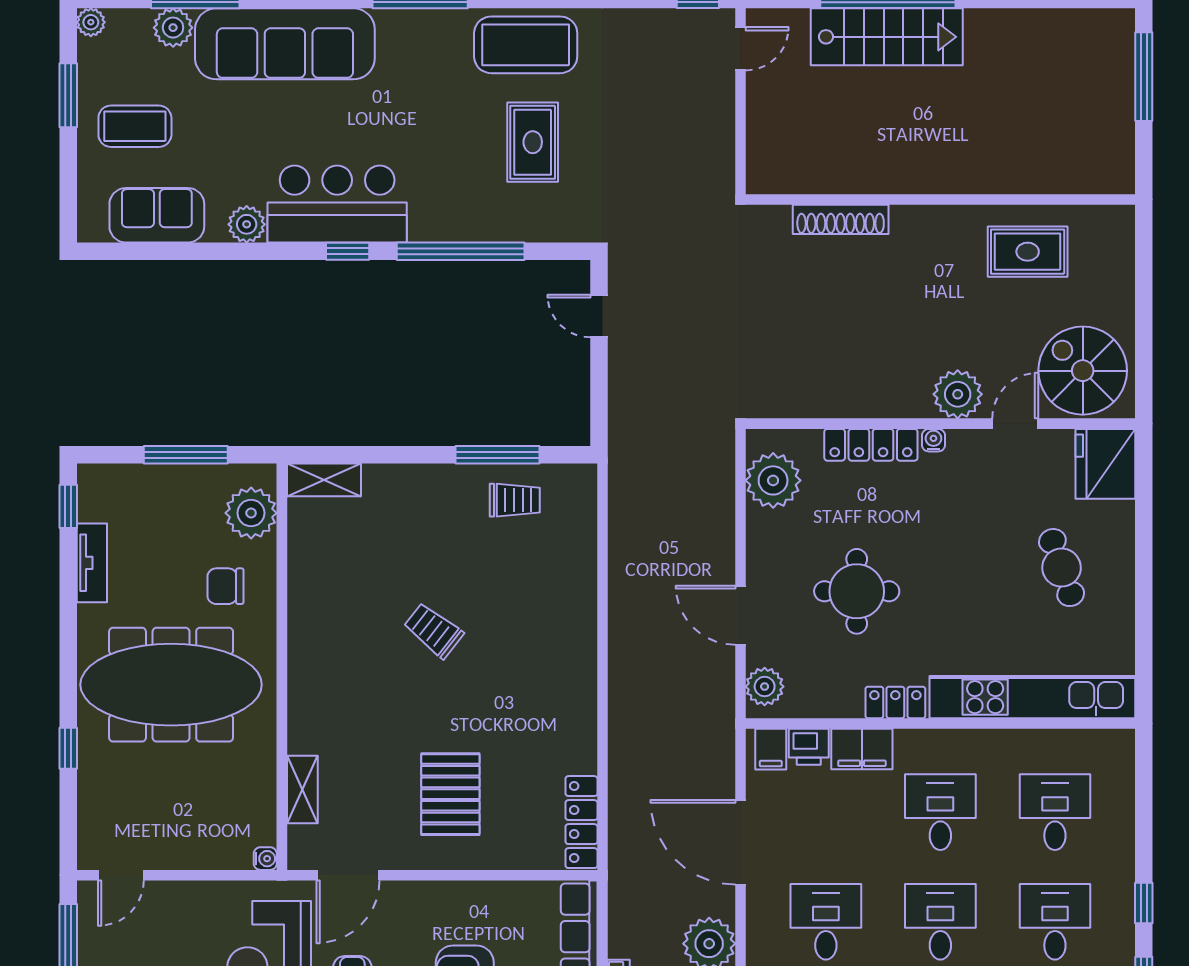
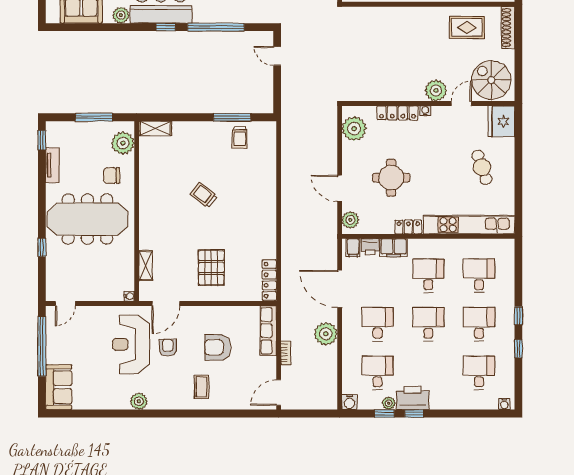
shoe rack: (841, 219) -> (508, 28), moved, turned 90
trolley: (515, 500) -> (240, 137), turned 90

